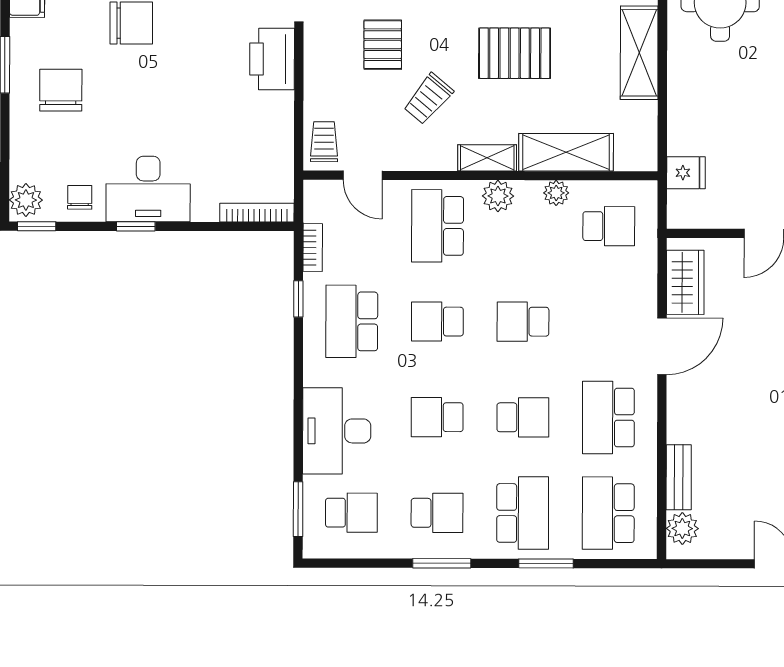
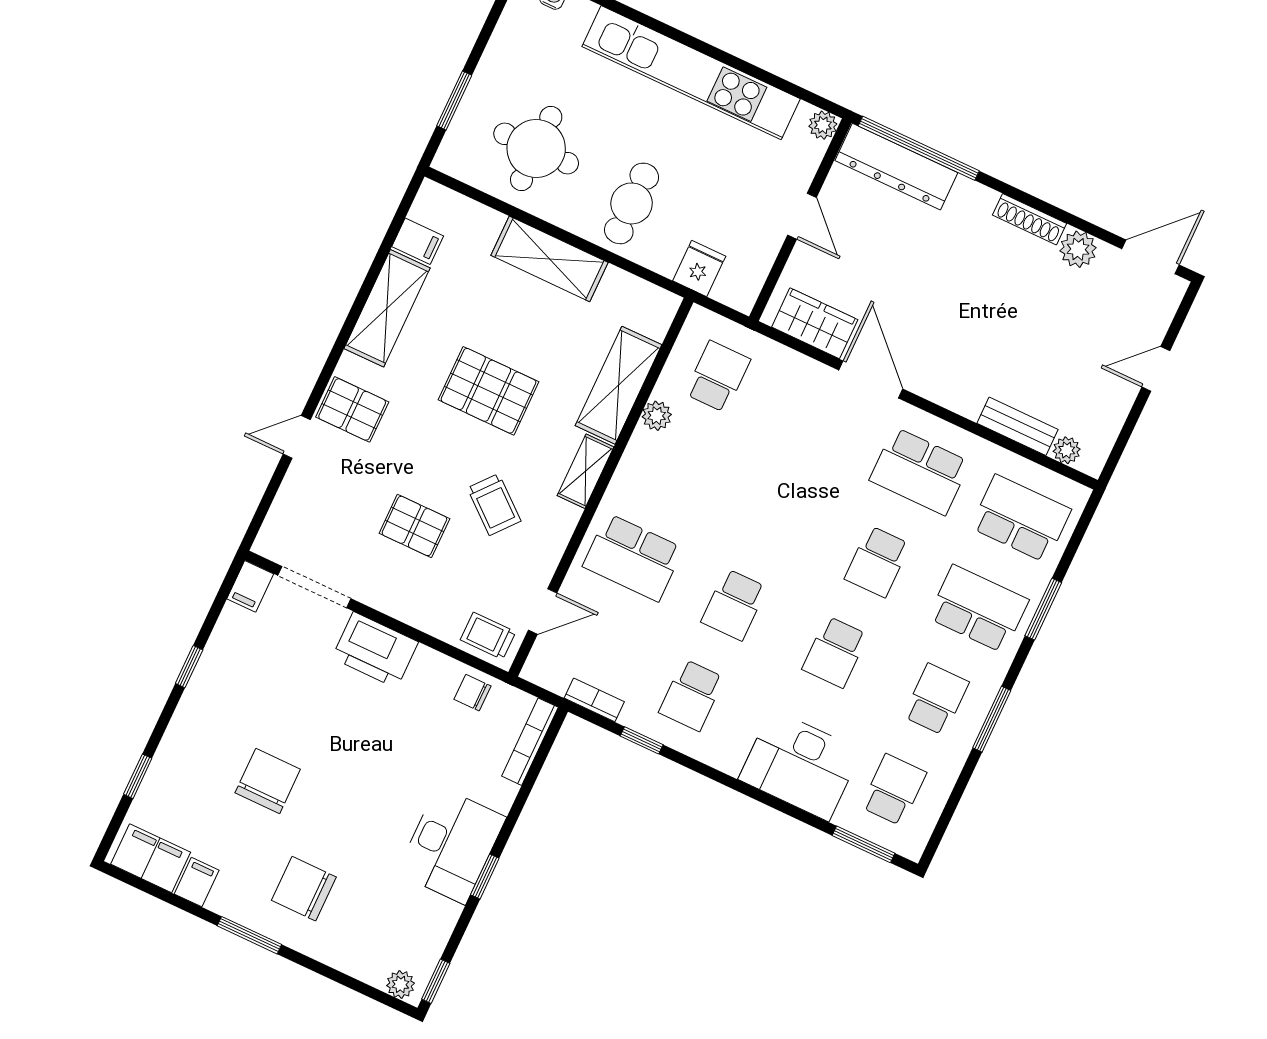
pallet: (515, 53) -> (489, 391), turned 90
cafe table: (712, 97) -> (632, 203), added
plant: (498, 196) -> (631, 479), removed
chair: (80, 197) -> (473, 693), moved
plant: (26, 200) -> (401, 984), width x0.73, depth x0.73
school desk: (352, 321) -> (692, 695), width x0.54
school desk: (523, 322) -> (776, 514), removed
school desk: (523, 417) -> (877, 562), turned 180
school desk: (608, 513) -> (1021, 518), turned 180
plant: (682, 528) -> (1067, 450), width x0.73, depth x0.73

